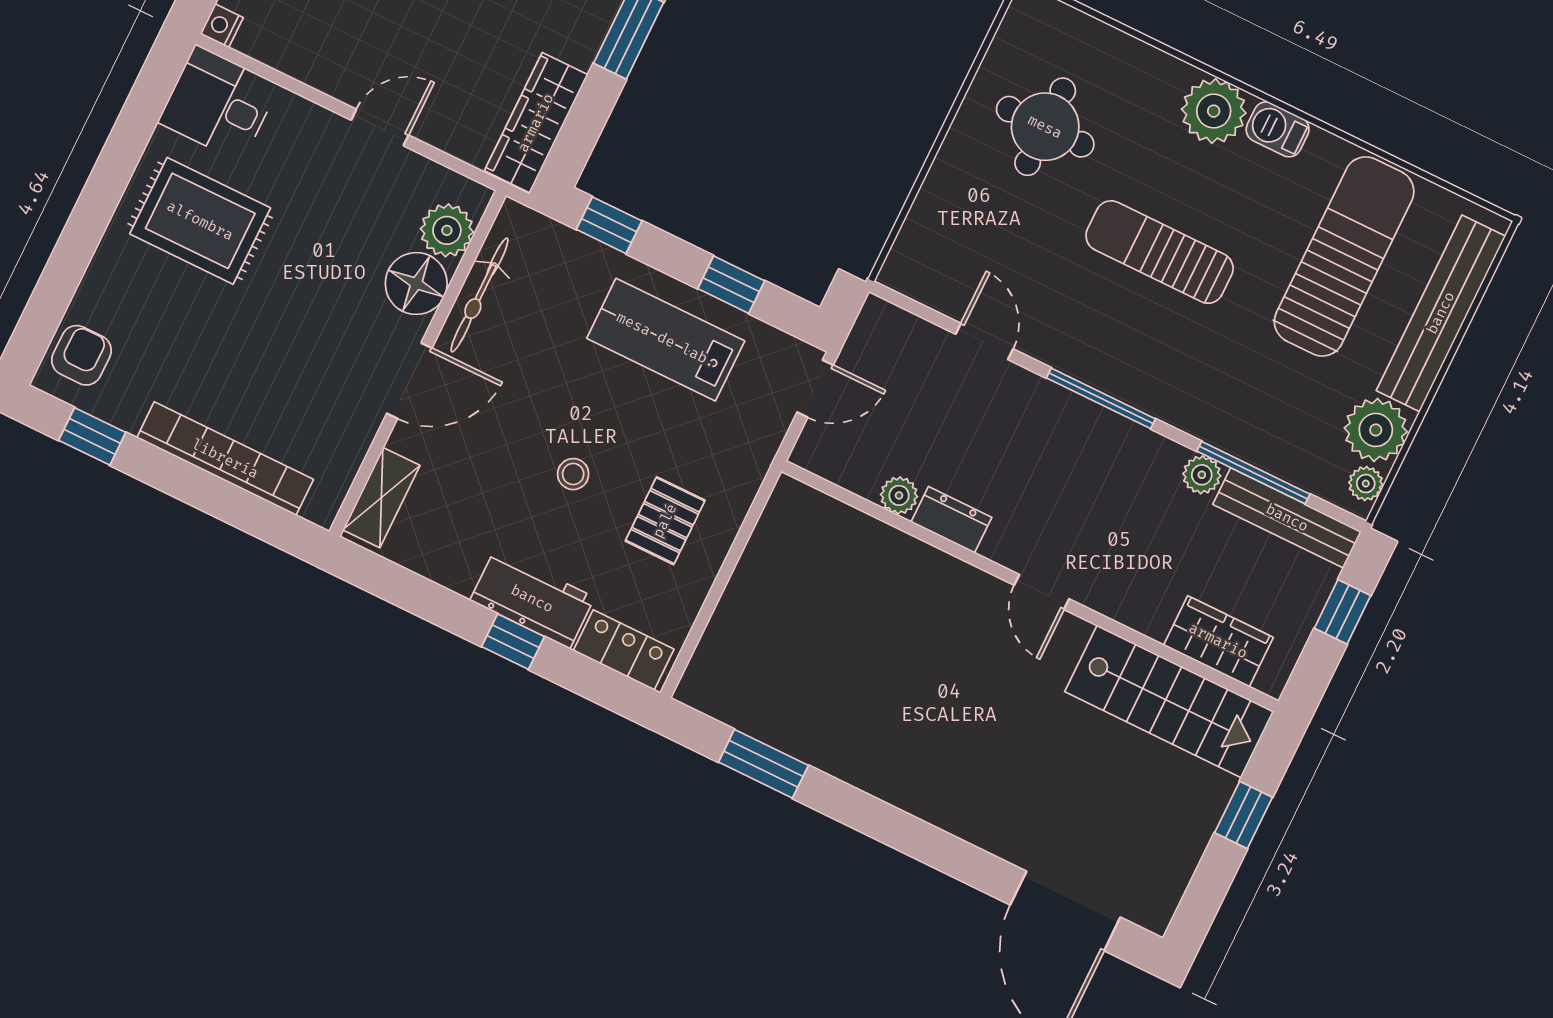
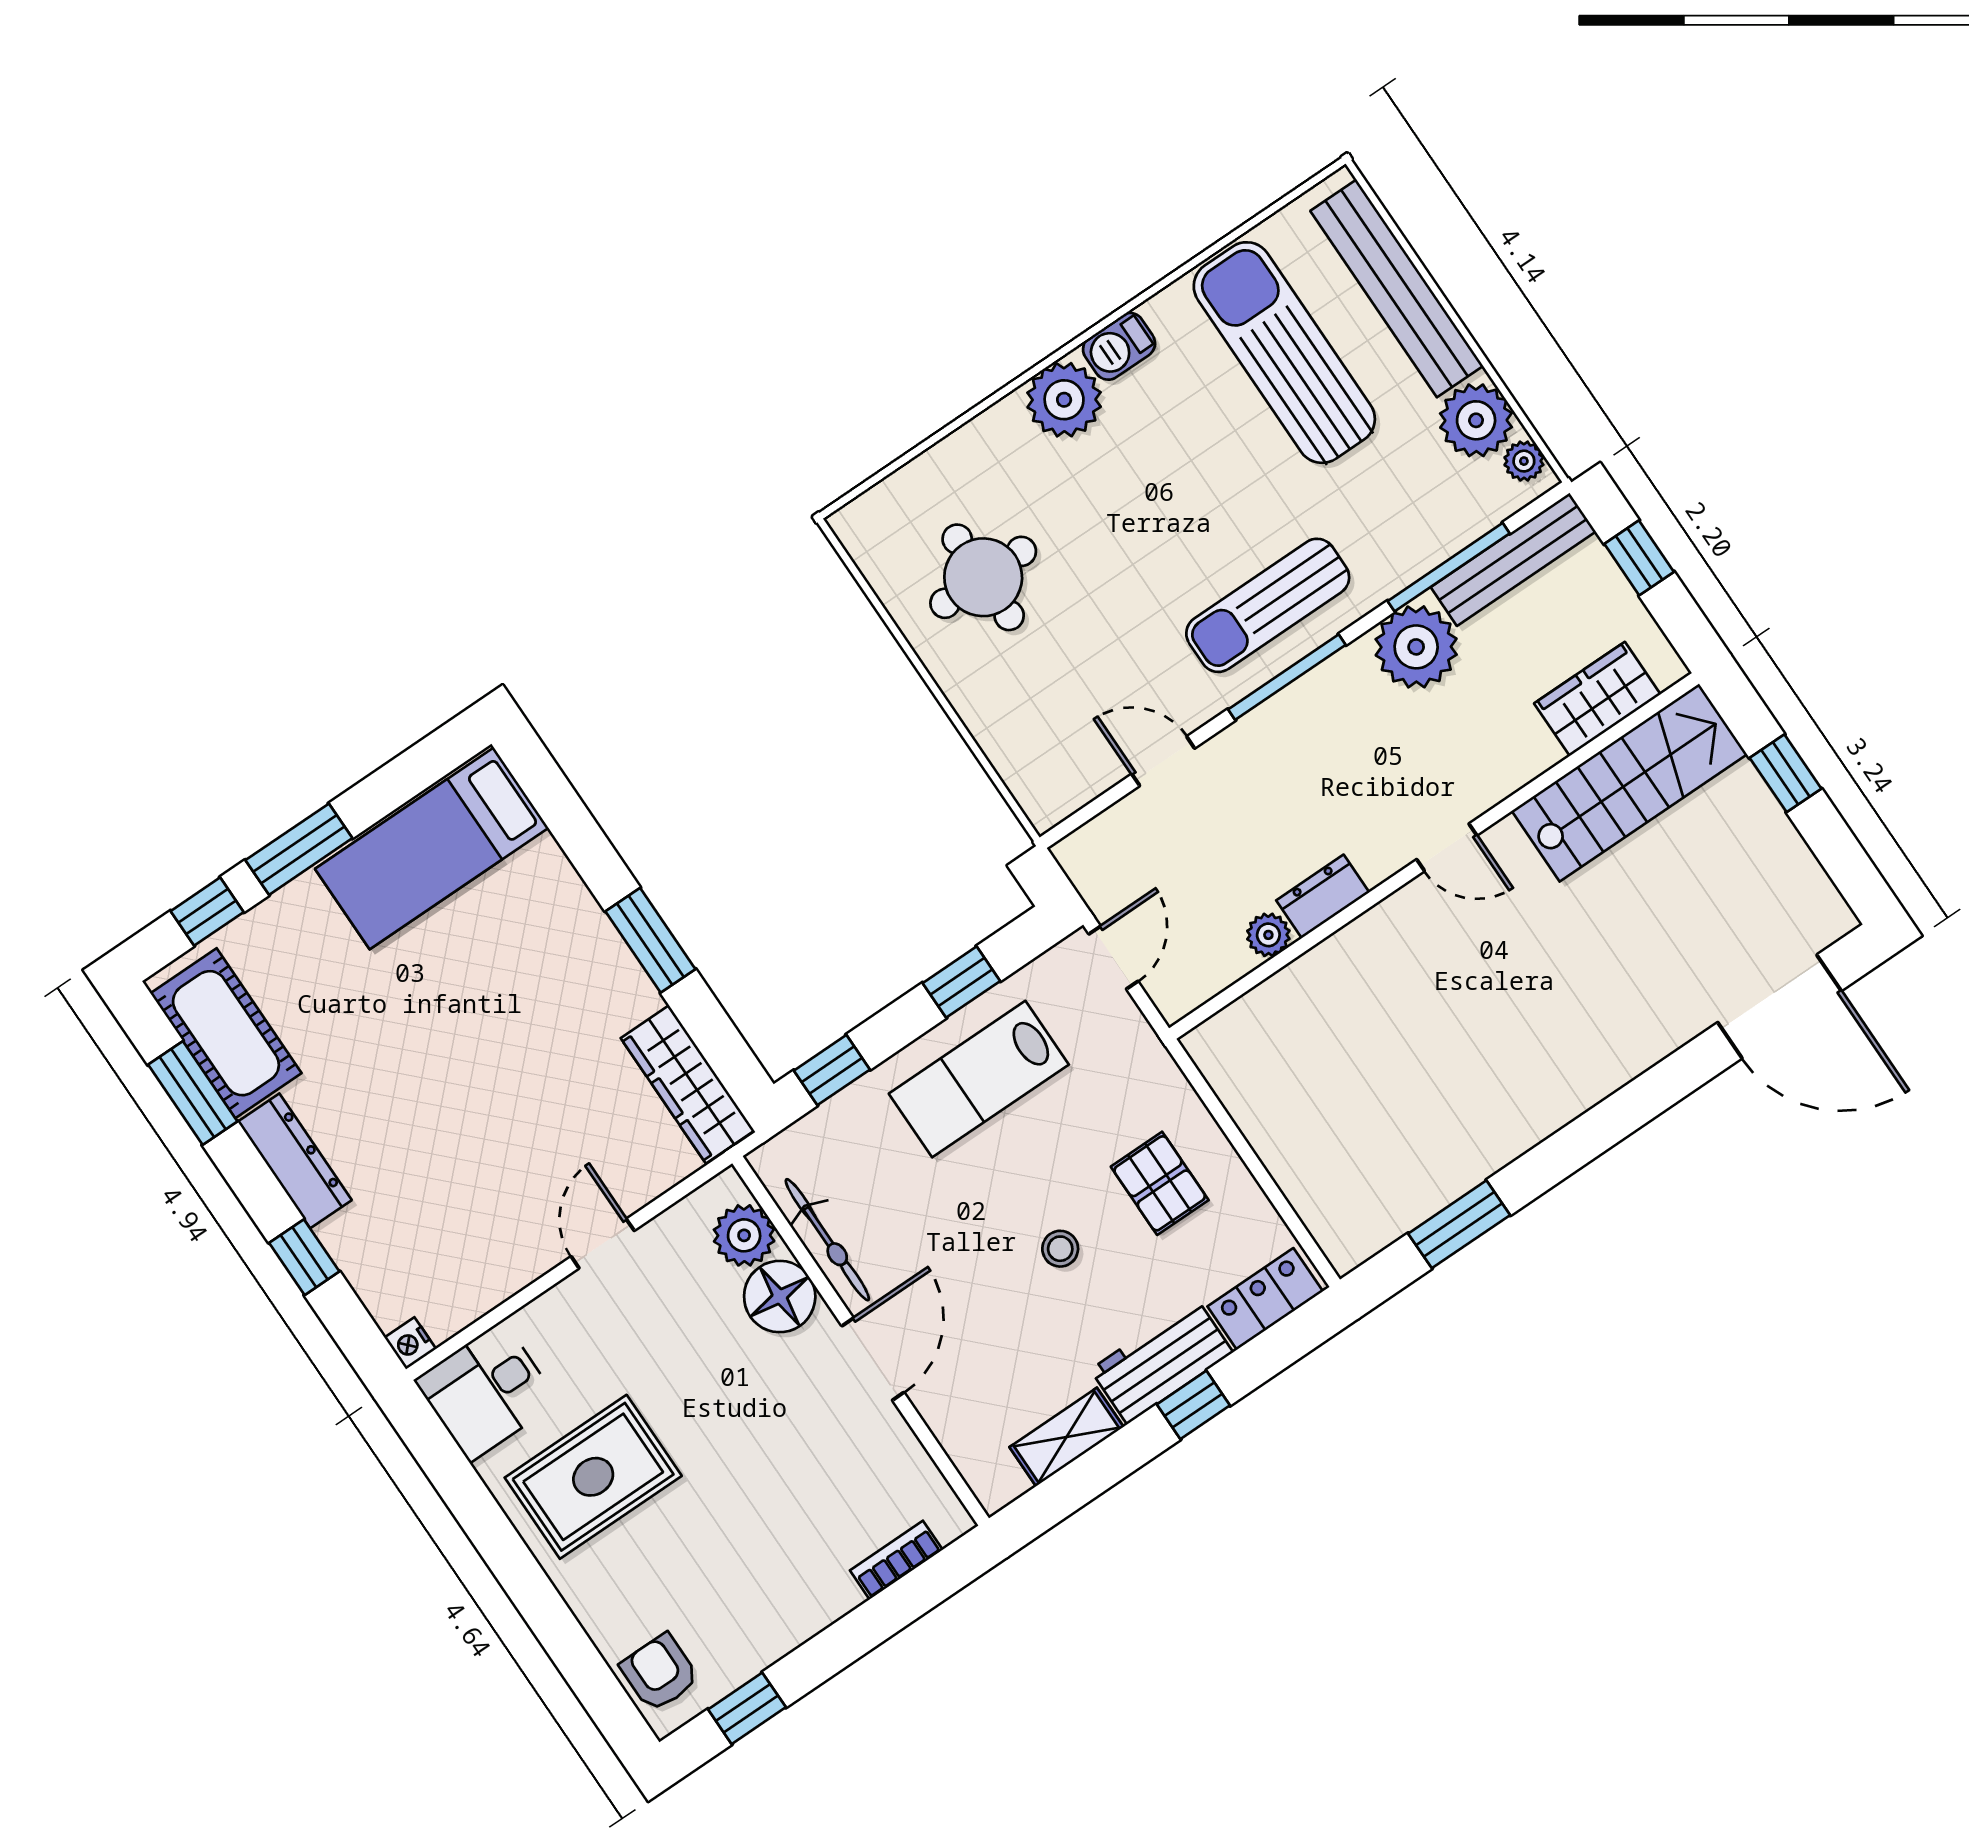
sun lounger: (1160, 252) -> (1268, 605), moved
bookcase: (225, 459) -> (896, 1560), width x0.43, depth x0.76
plant: (1202, 475) -> (1416, 647), width x1.88, depth x1.88
shelving: (381, 498) -> (1067, 1437), moved, turned 90

